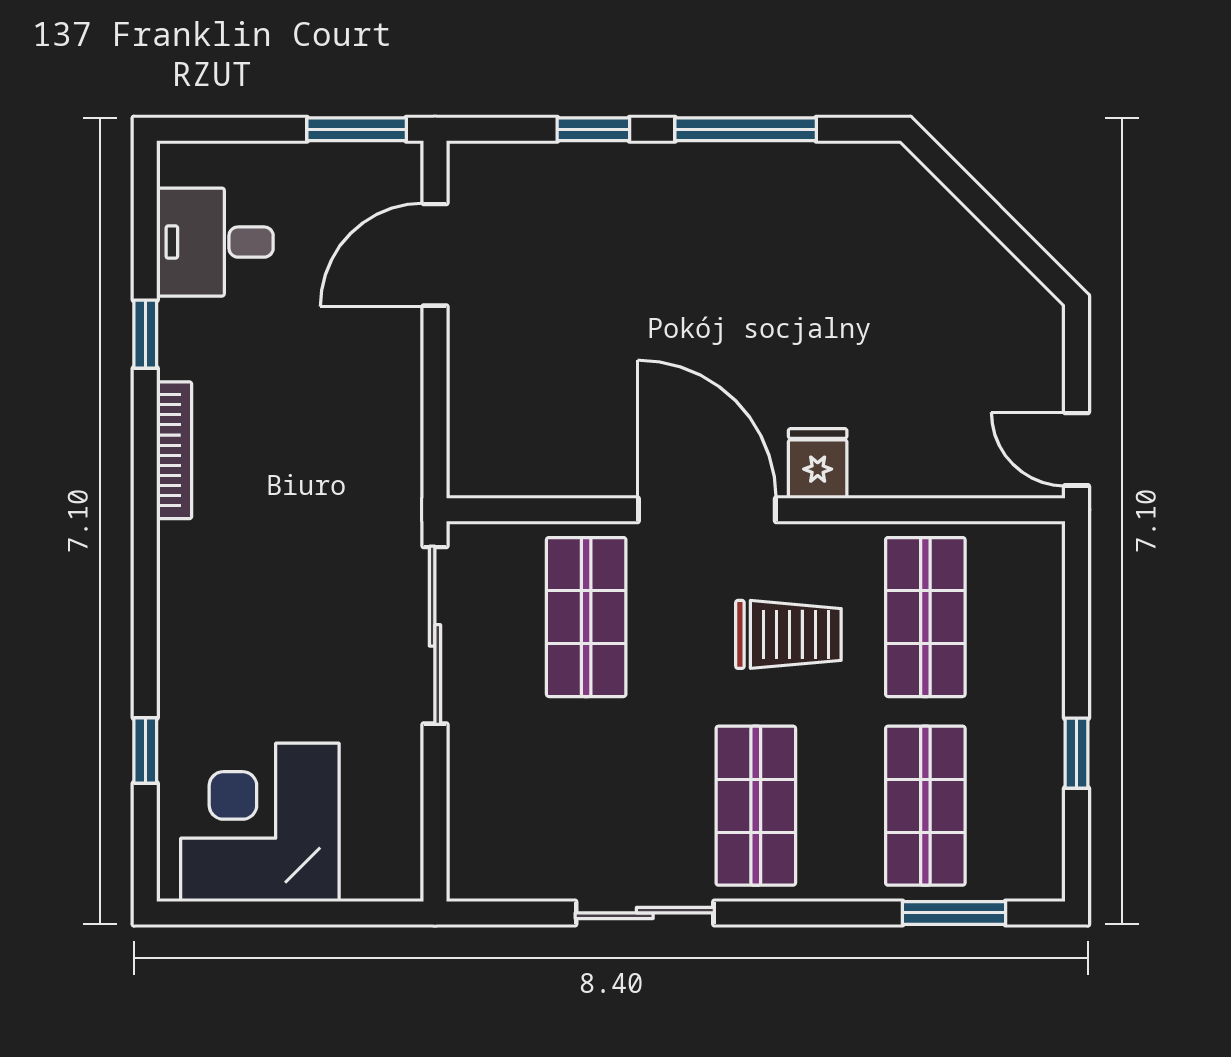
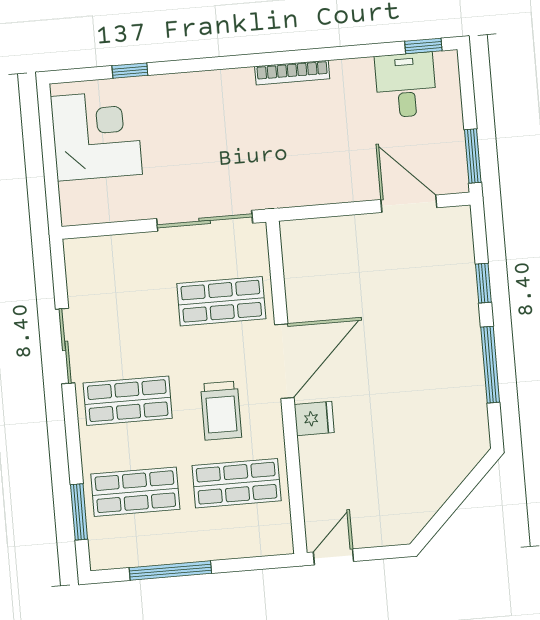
window: (145, 334) -> (423, 46), moved
window: (1077, 753) -> (170, 570), width x2.17

